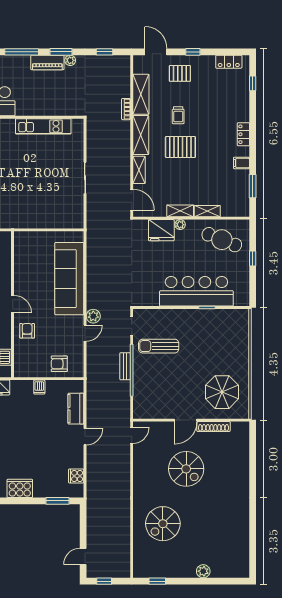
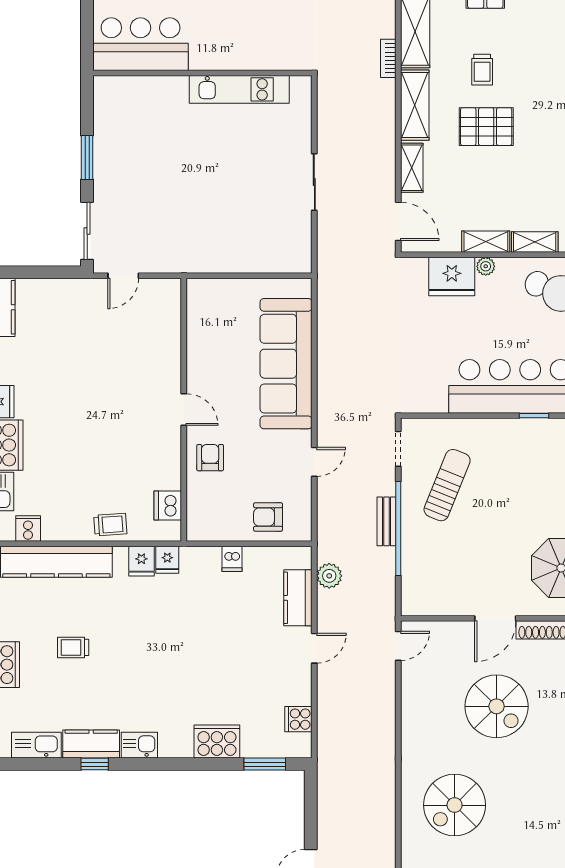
plant: (93, 316) -> (329, 576), moved
sun lounger: (159, 346) -> (447, 485), turned 112
cooker: (20, 488) -> (217, 742), moved

